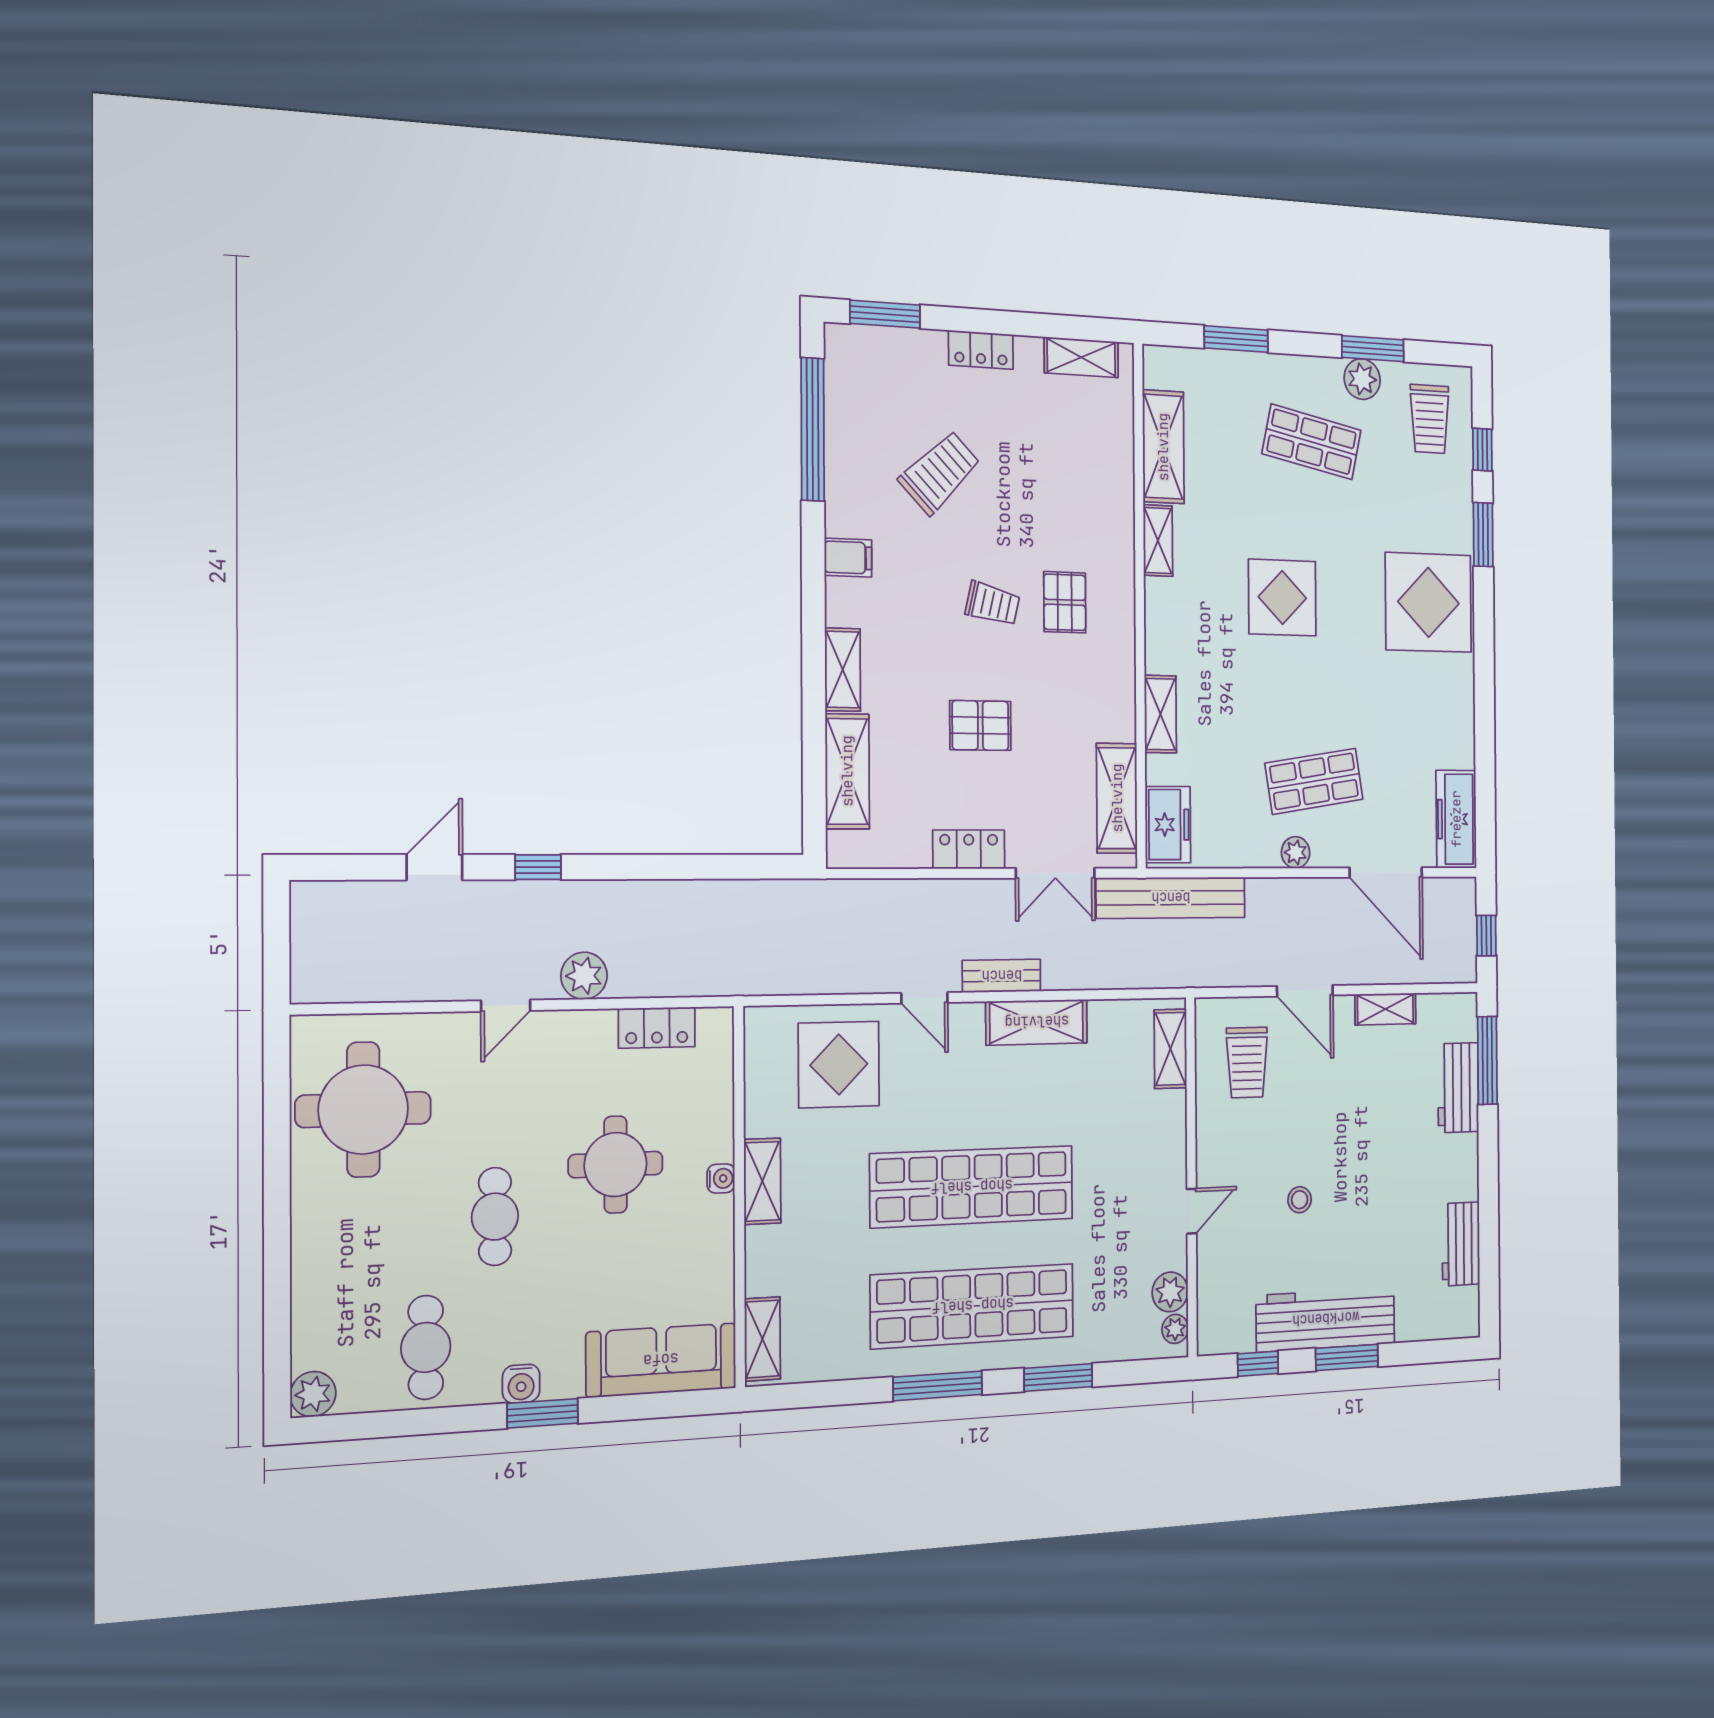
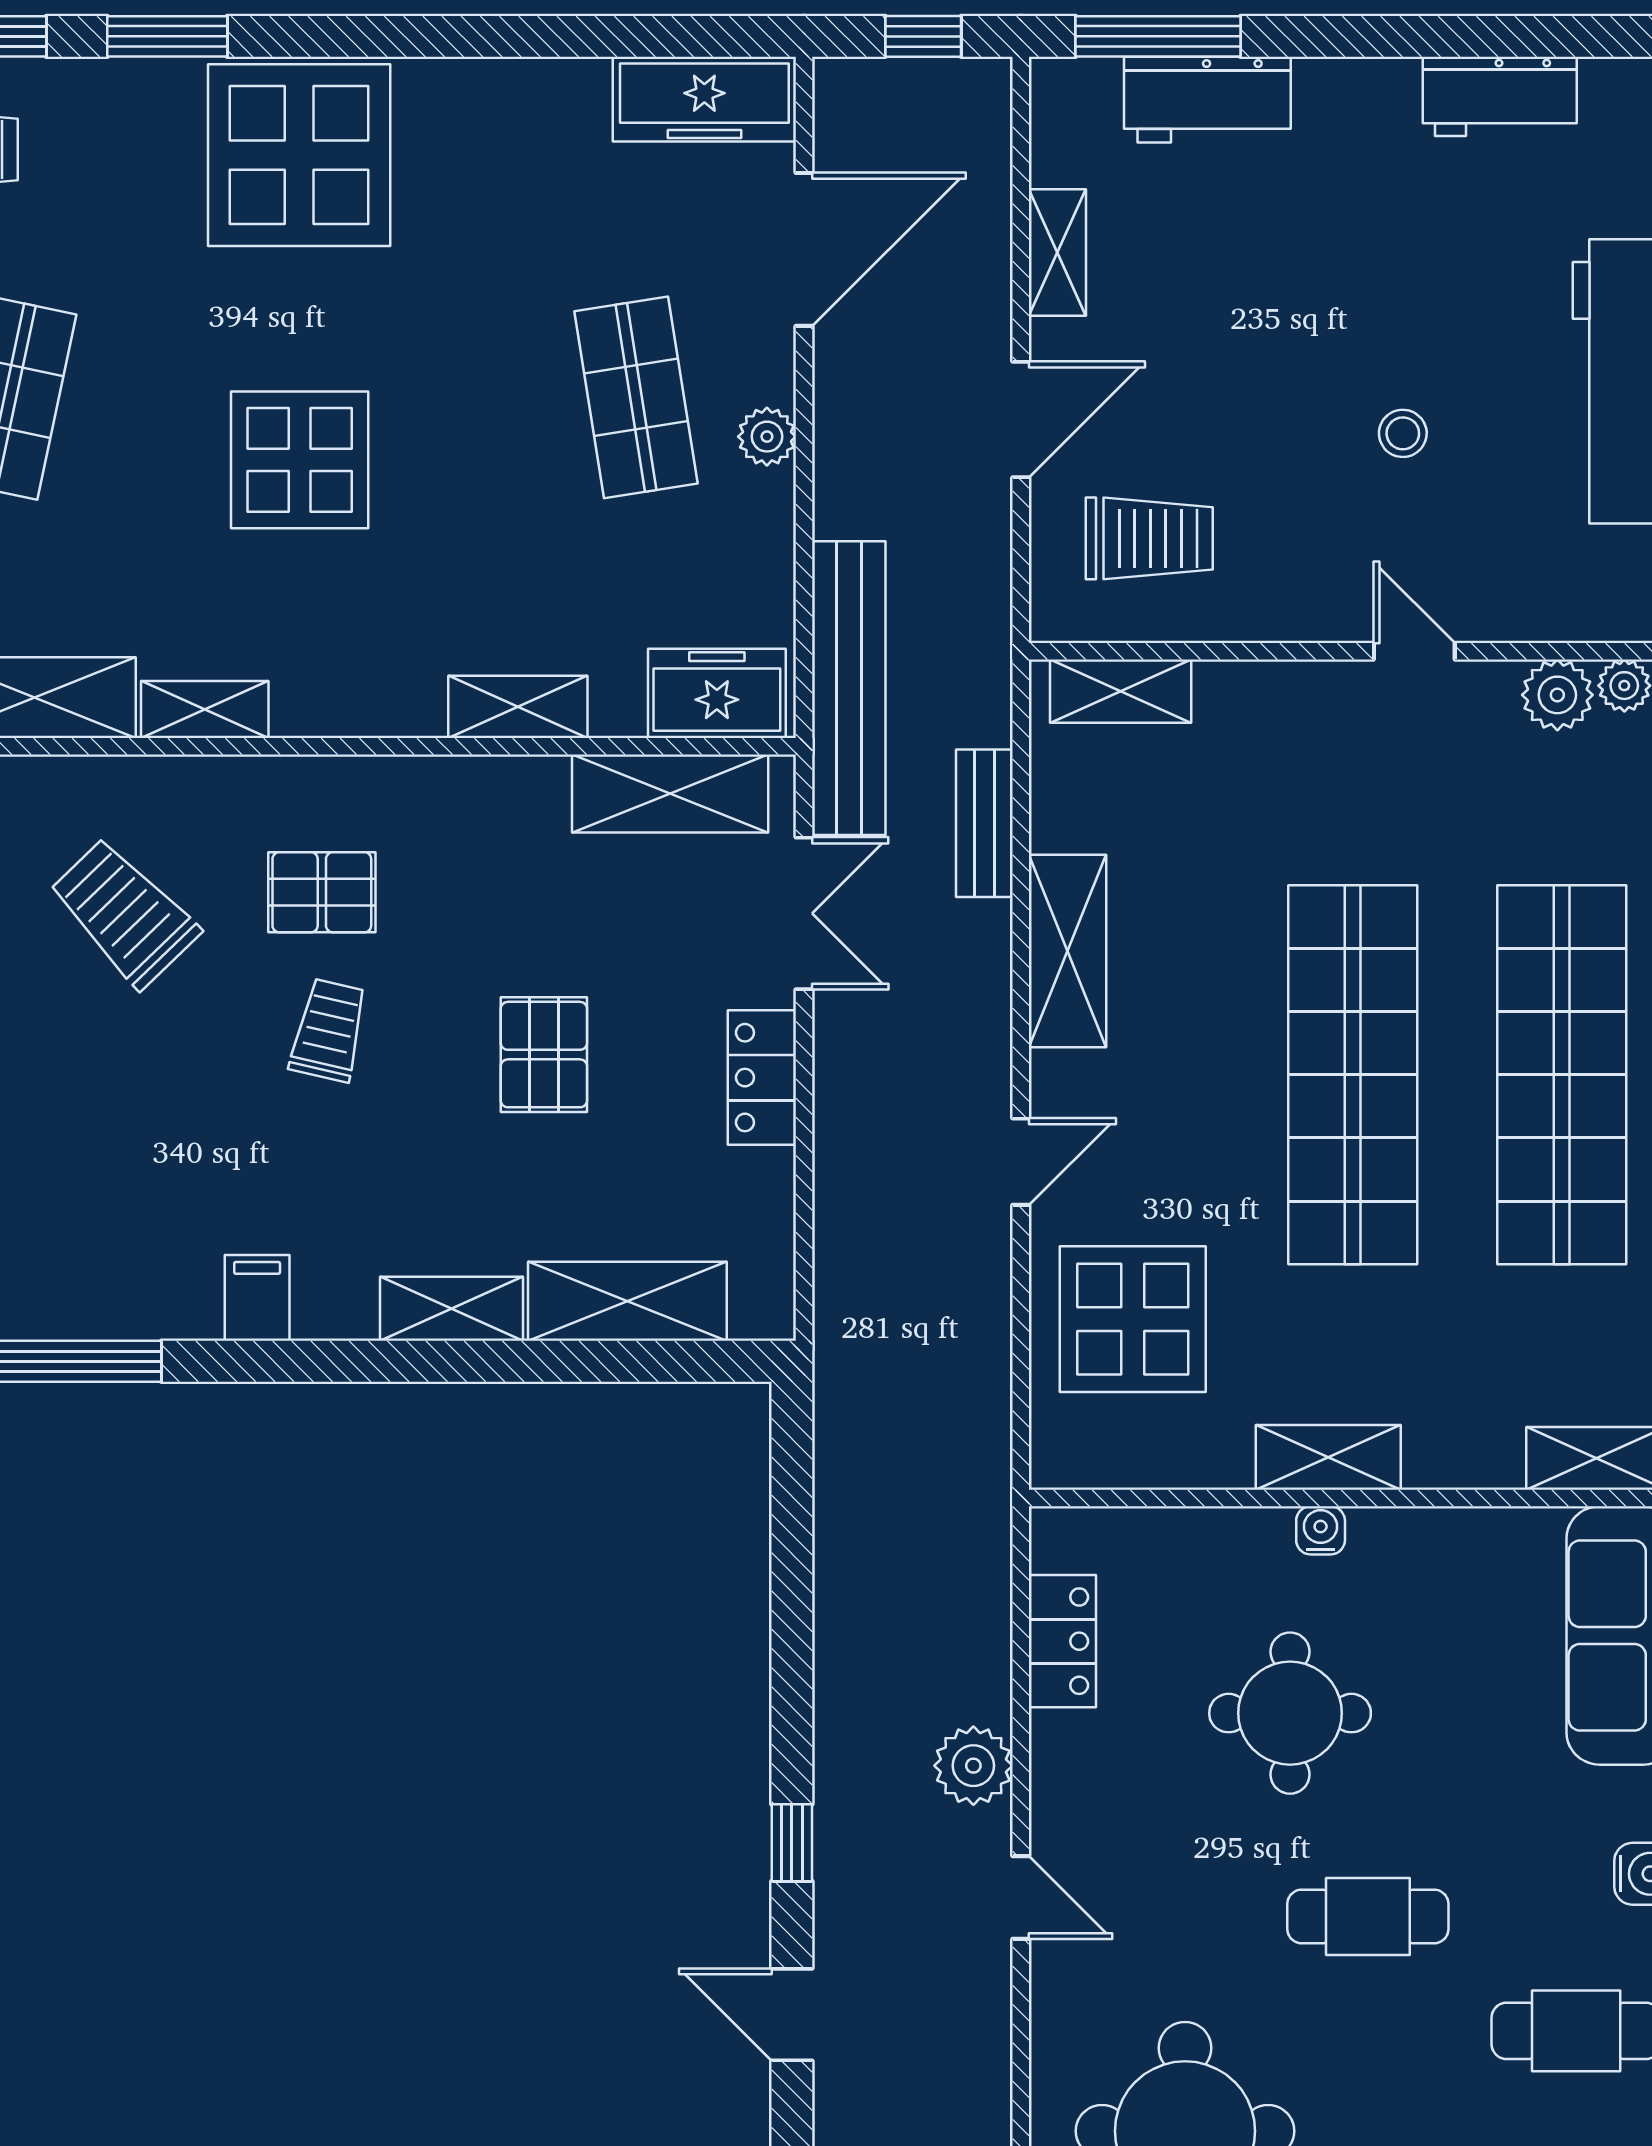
trolley: (940, 472) -> (124, 913), moved
bench: (1002, 976) -> (984, 823), moved

